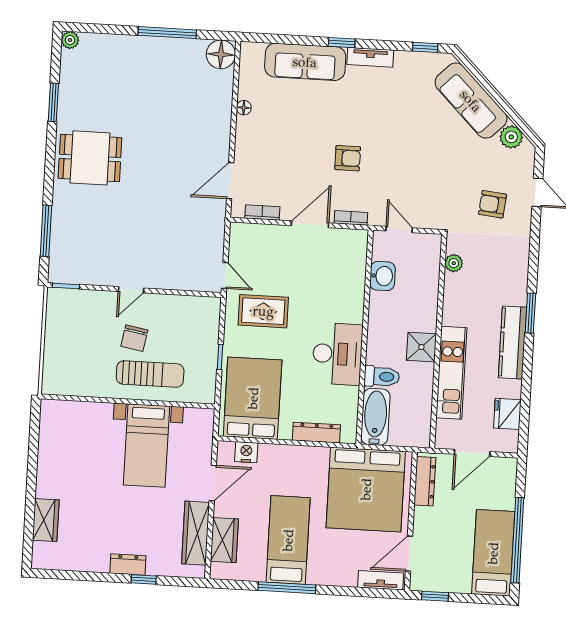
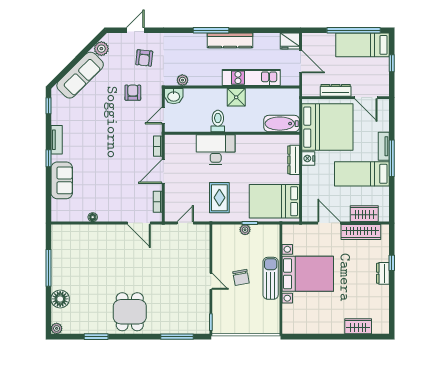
floor lamp: (221, 54) -> (60, 299), moved
sofa: (305, 62) -> (62, 180), width x0.73
armchair: (348, 158) -> (133, 93), moved
door: (310, 224) -> (163, 172), hinge flipped
door: (225, 276) -> (185, 223), moved
washbasin: (382, 276) -> (174, 96), moved, turned 180
window: (530, 313) -> (211, 30), width x1.44
chair: (134, 338) -> (241, 277), turned 70
plant: (210, 349) -> (245, 230), added
desk: (337, 354) -> (216, 150), moved
sun lounger: (150, 374) -> (271, 278), moved
toilet: (382, 377) -> (218, 121), moved
fridge: (507, 414) -> (290, 41), moved
bed with nightstands: (146, 445) -> (308, 274), width x1.36
nightstand: (246, 452) -> (308, 158), moved
dresser: (425, 481) -> (336, 90), moved
tv unit: (381, 580) -> (384, 146), moved
window: (287, 588) -> (392, 158), moved
window: (435, 596) -> (392, 63), moved

